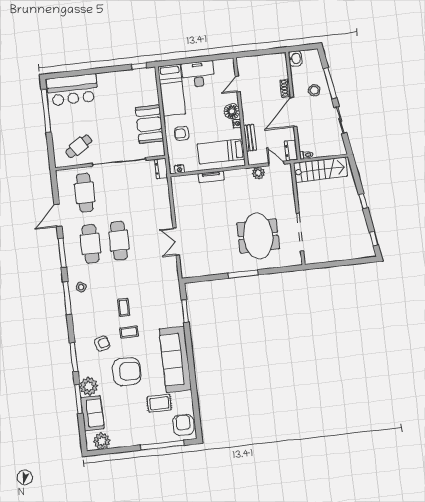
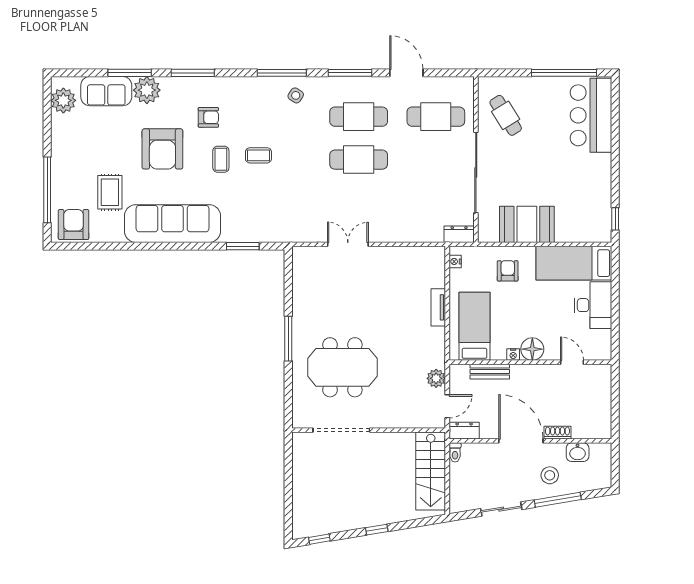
washbasin: (295, 58) -> (578, 452), moved
armchair: (102, 344) -> (208, 117), turned -76
armchair: (183, 425) -> (74, 225), turned -90

